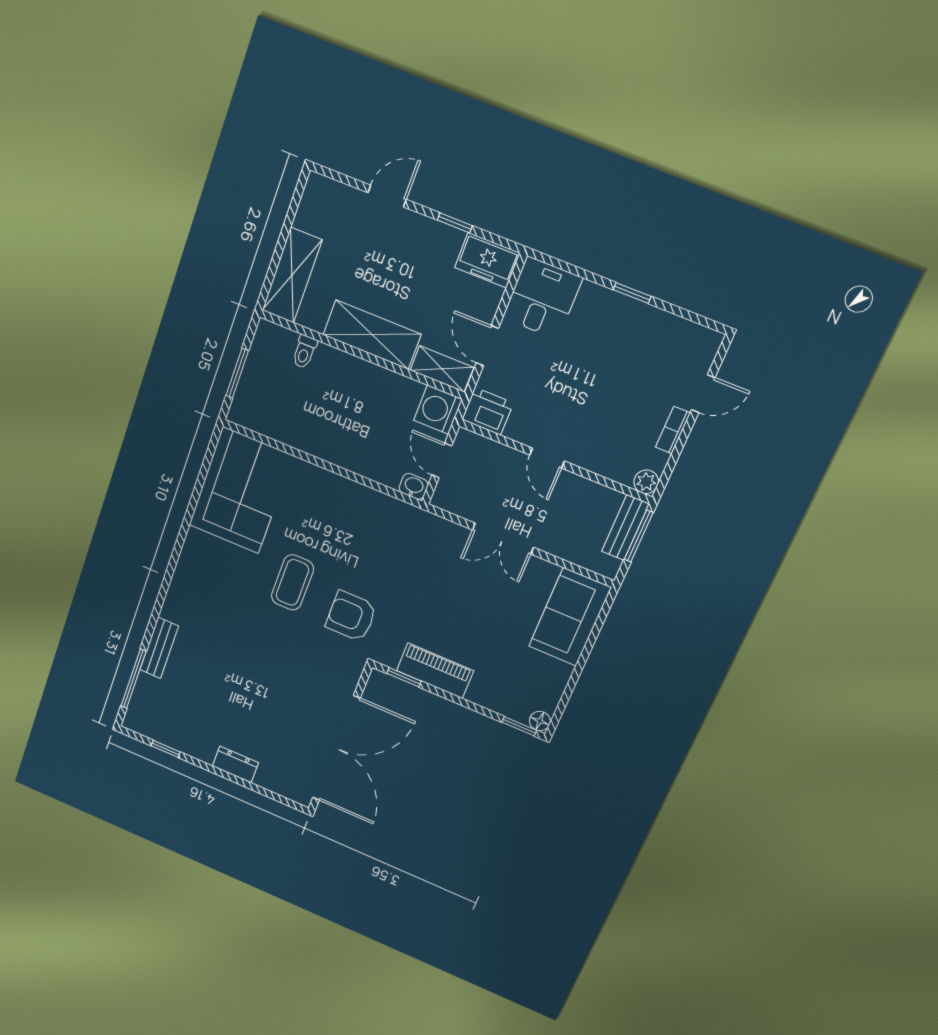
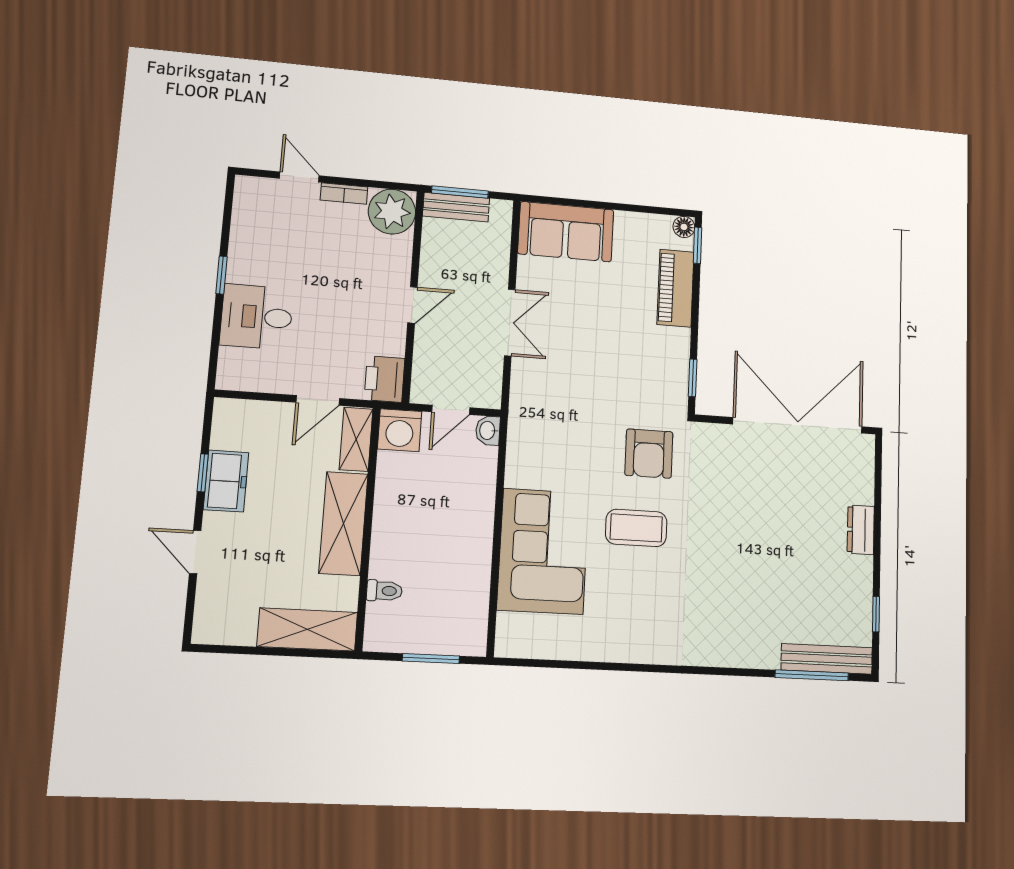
freezer: (487, 260) -> (226, 481), moved
desk: (542, 298) -> (257, 317), moved
plant: (646, 482) -> (392, 212), width x1.87, depth x1.87
corner sofa: (241, 491) -> (543, 551), moved, turned 90
bench: (159, 648) -> (827, 659), moved, width x1.36
piano: (435, 671) -> (675, 288), moved

